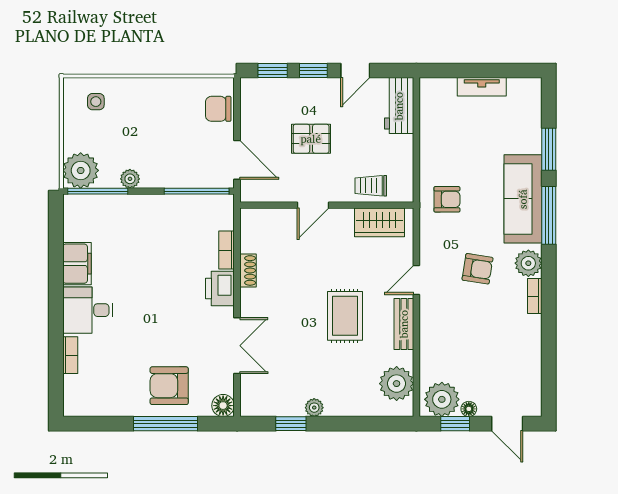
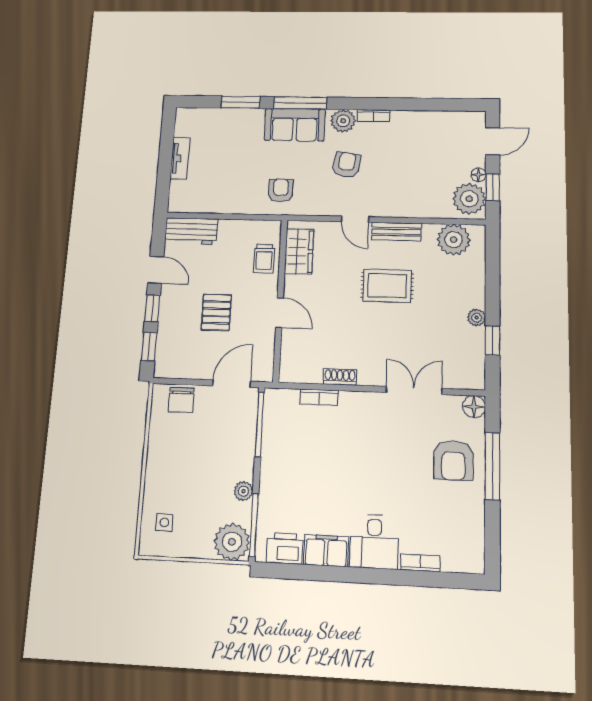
sofa: (523, 199) -> (295, 125), width x0.73
printer: (220, 288) -> (285, 548), moved, turned 180

